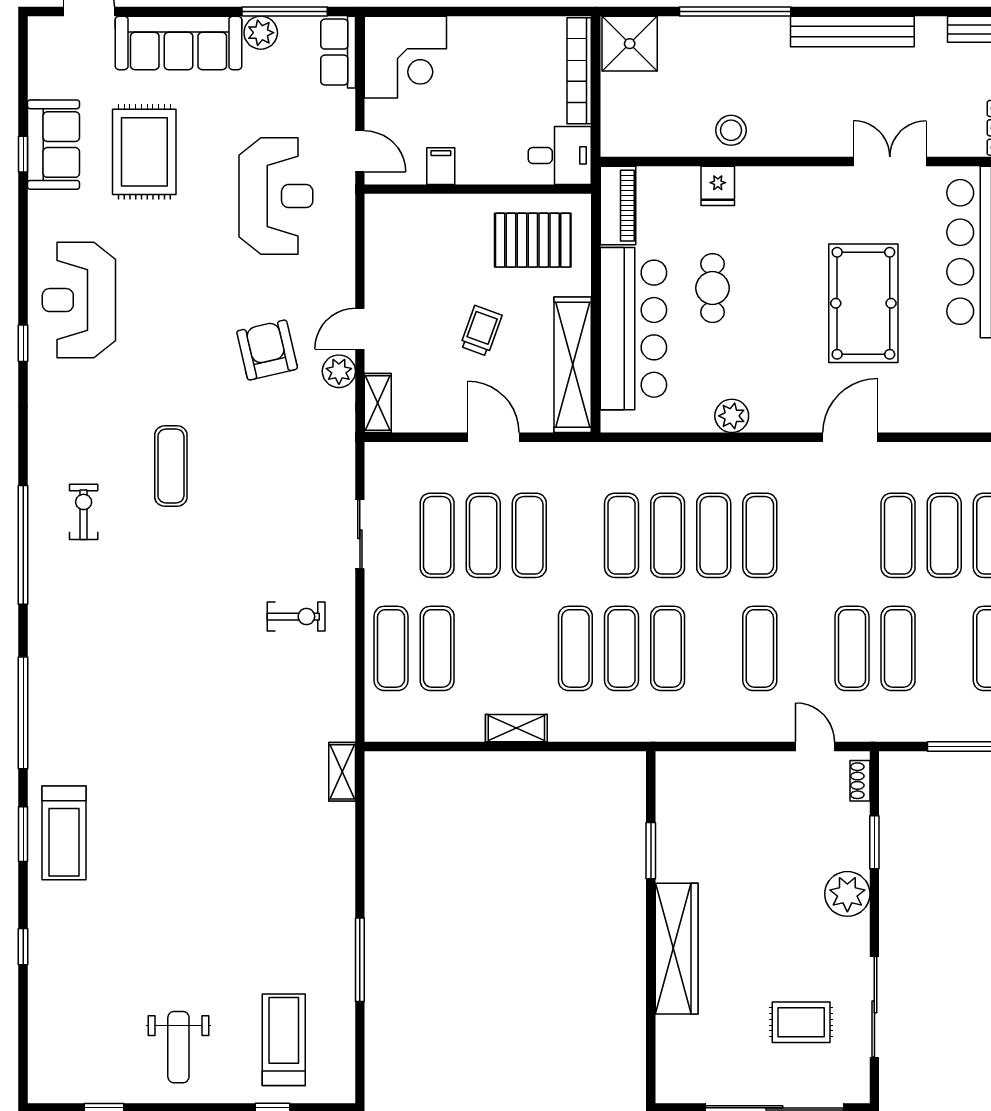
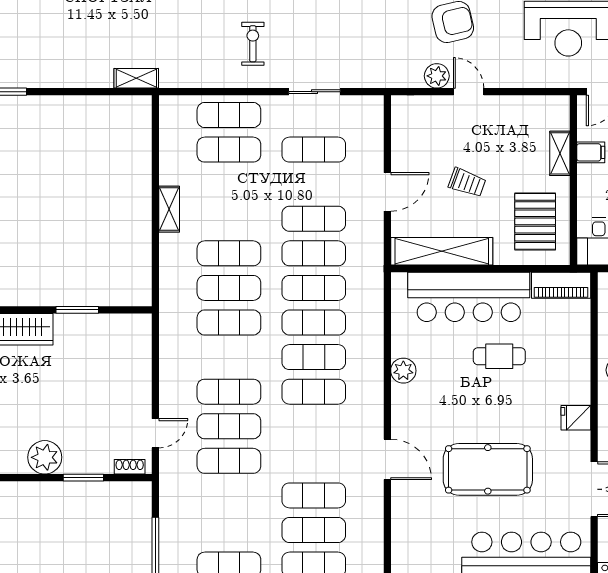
fridge: (718, 186) -> (576, 418), moved
shelving: (378, 403) -> (560, 153), moved, turned 90
exercise mat: (483, 535) -> (314, 253), moved
exercise bike: (296, 617) -> (253, 44), turned 180
exercise mat: (898, 648) -> (229, 426), moved

